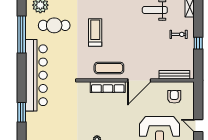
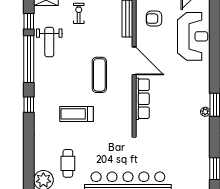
cafe table: (54, 25) -> (68, 163), width x0.73, depth x0.74
exercise mat: (109, 68) -> (99, 75), moved

